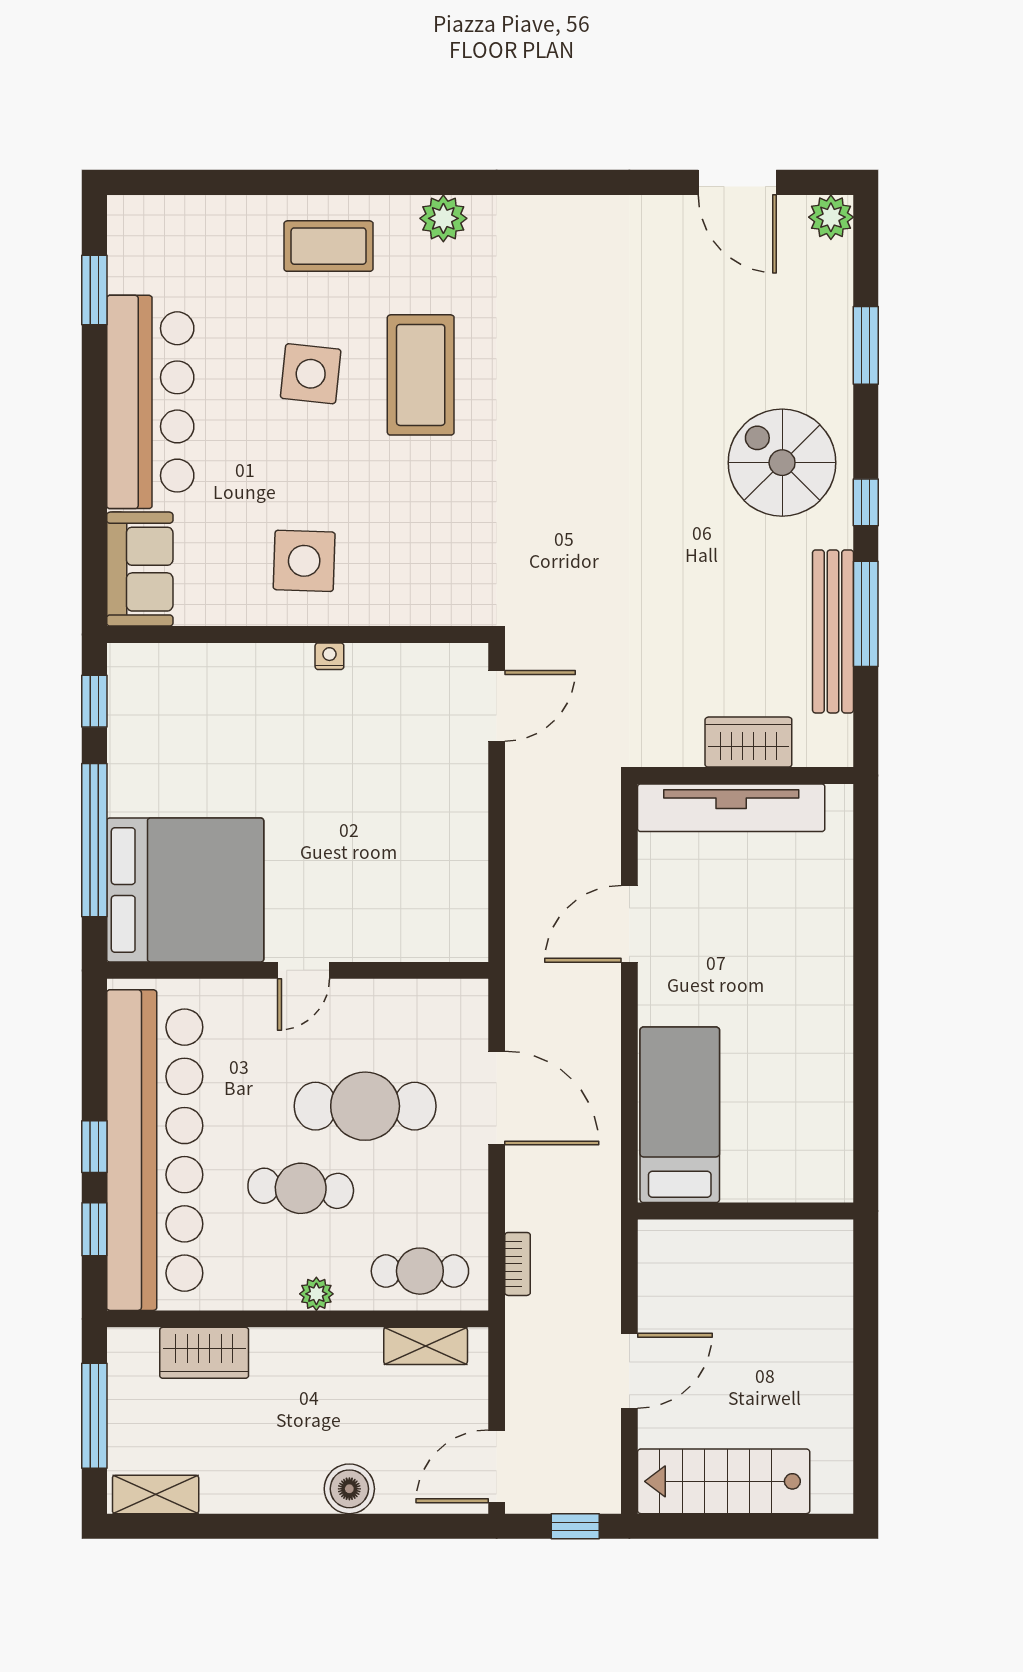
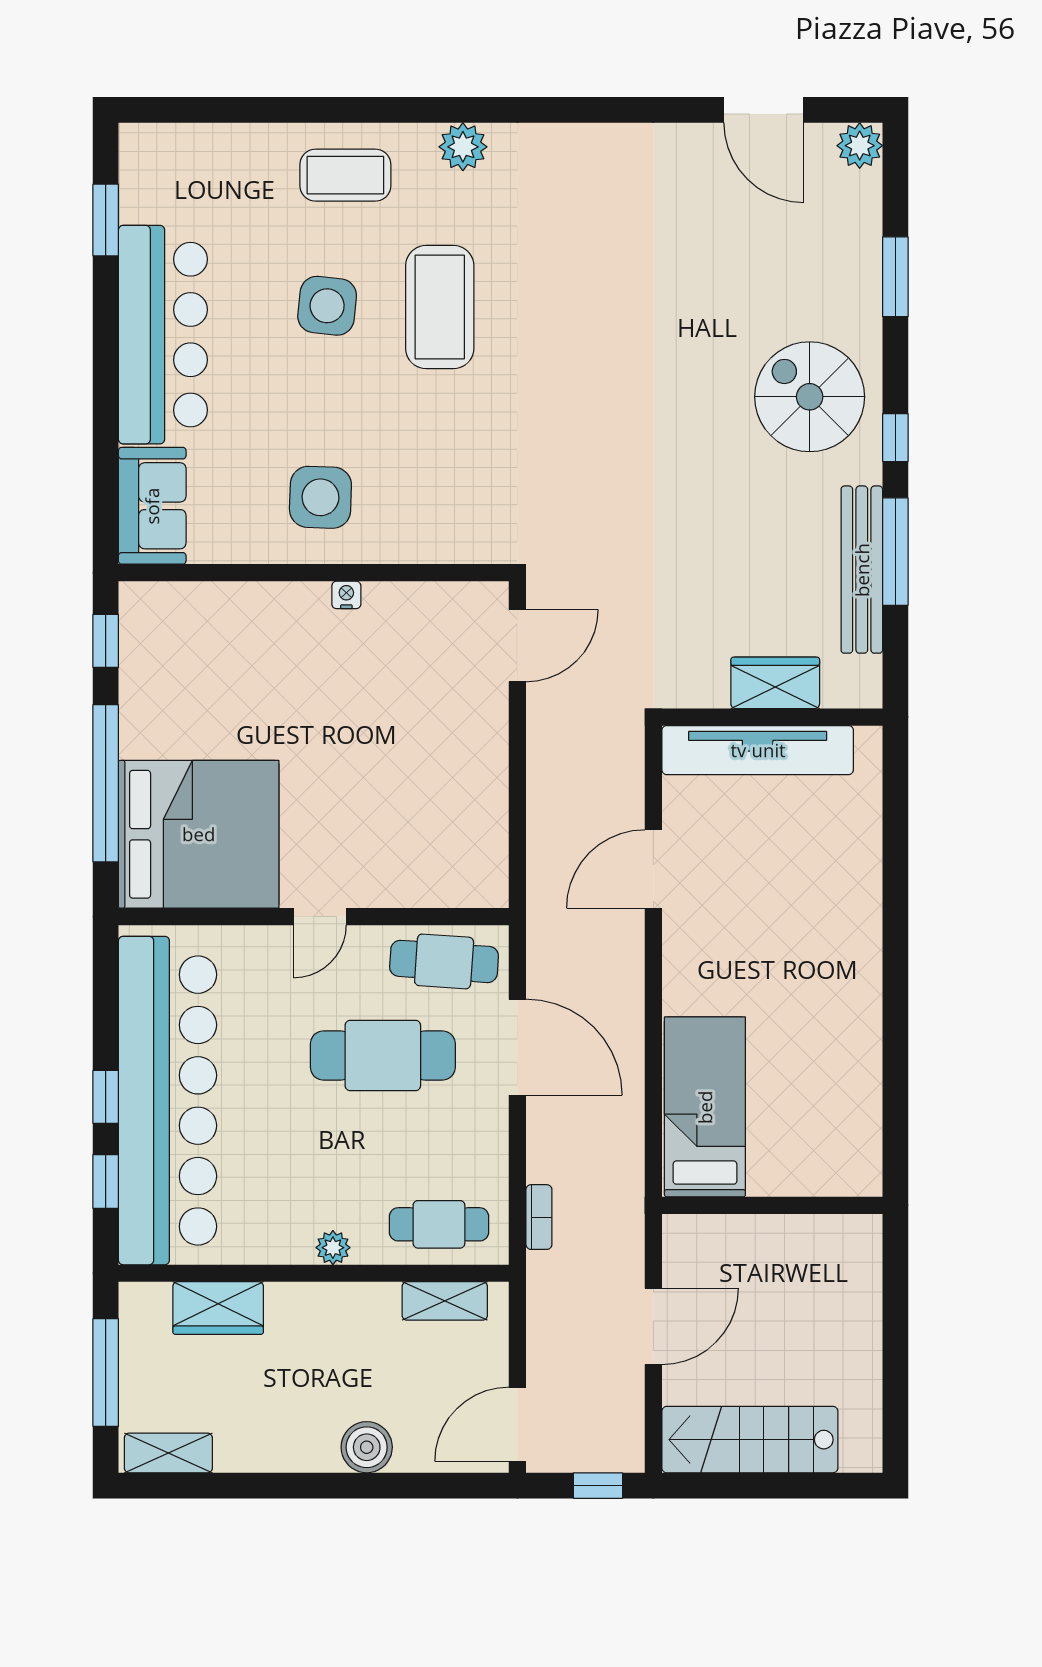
bed: (680, 1115) -> (705, 1107), moved
cafe table: (301, 1188) -> (444, 961), moved
wall: (745, 1211) -> (772, 1205), moved

